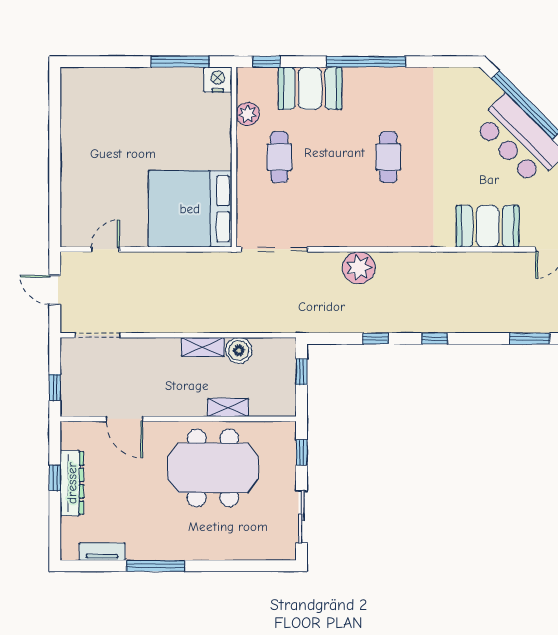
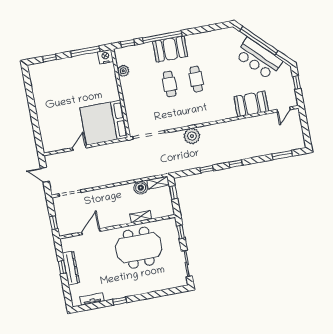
window: (107, 62) -> (49, 58), added
window: (366, 62) -> (162, 37), moved
booth: (310, 88) -> (170, 49), moved
cafe table: (279, 157) -> (169, 84), moved
door: (105, 249) -> (79, 148), moved
shelving: (203, 347) -> (158, 183), moved
door: (124, 419) -> (91, 232), swing flipped
window: (156, 566) -> (120, 301), width x0.46

